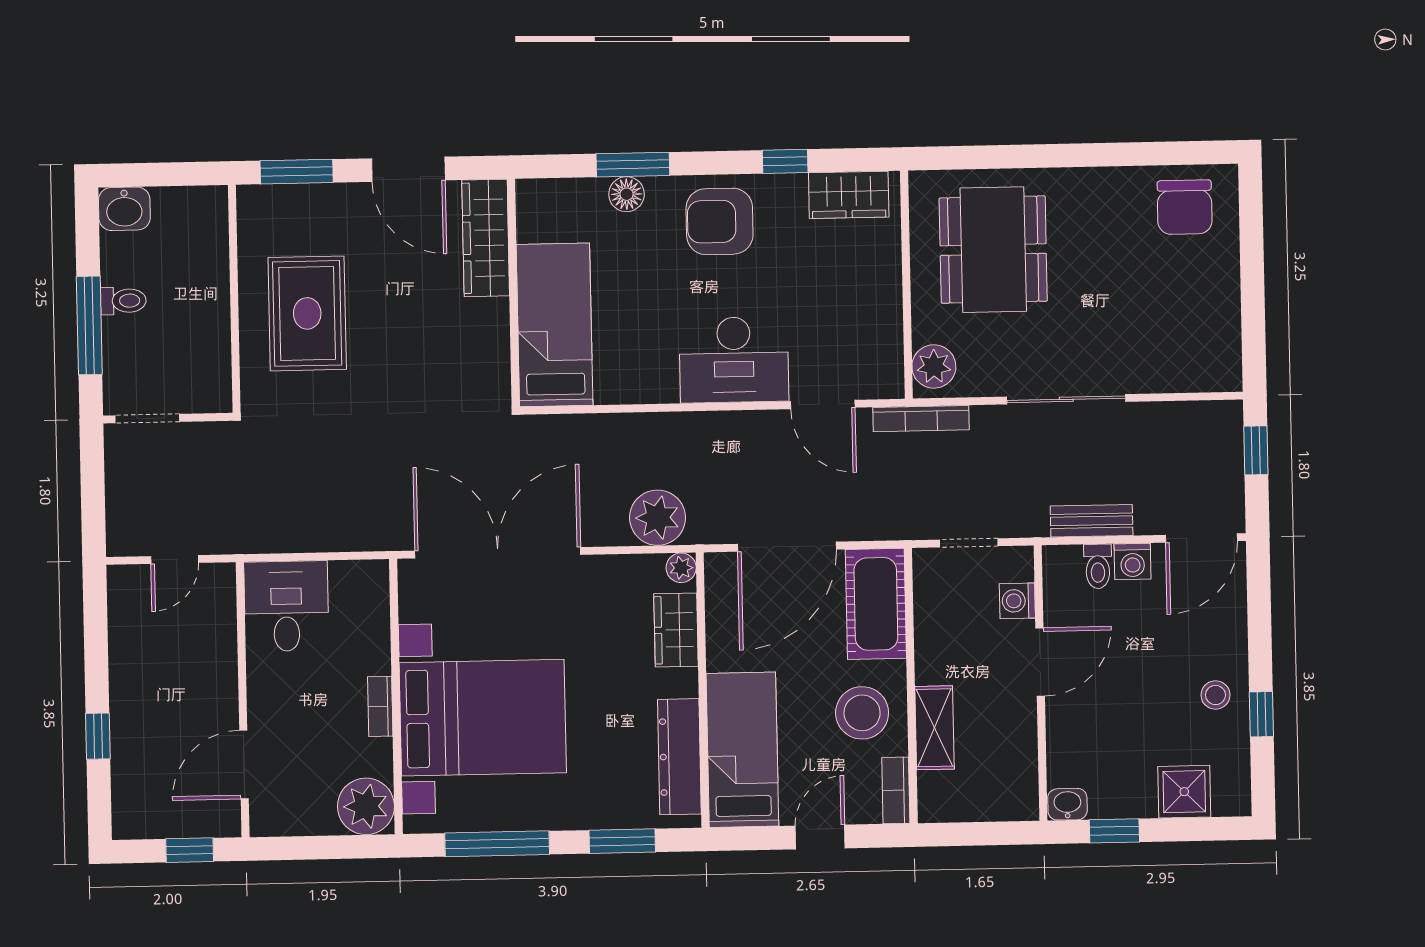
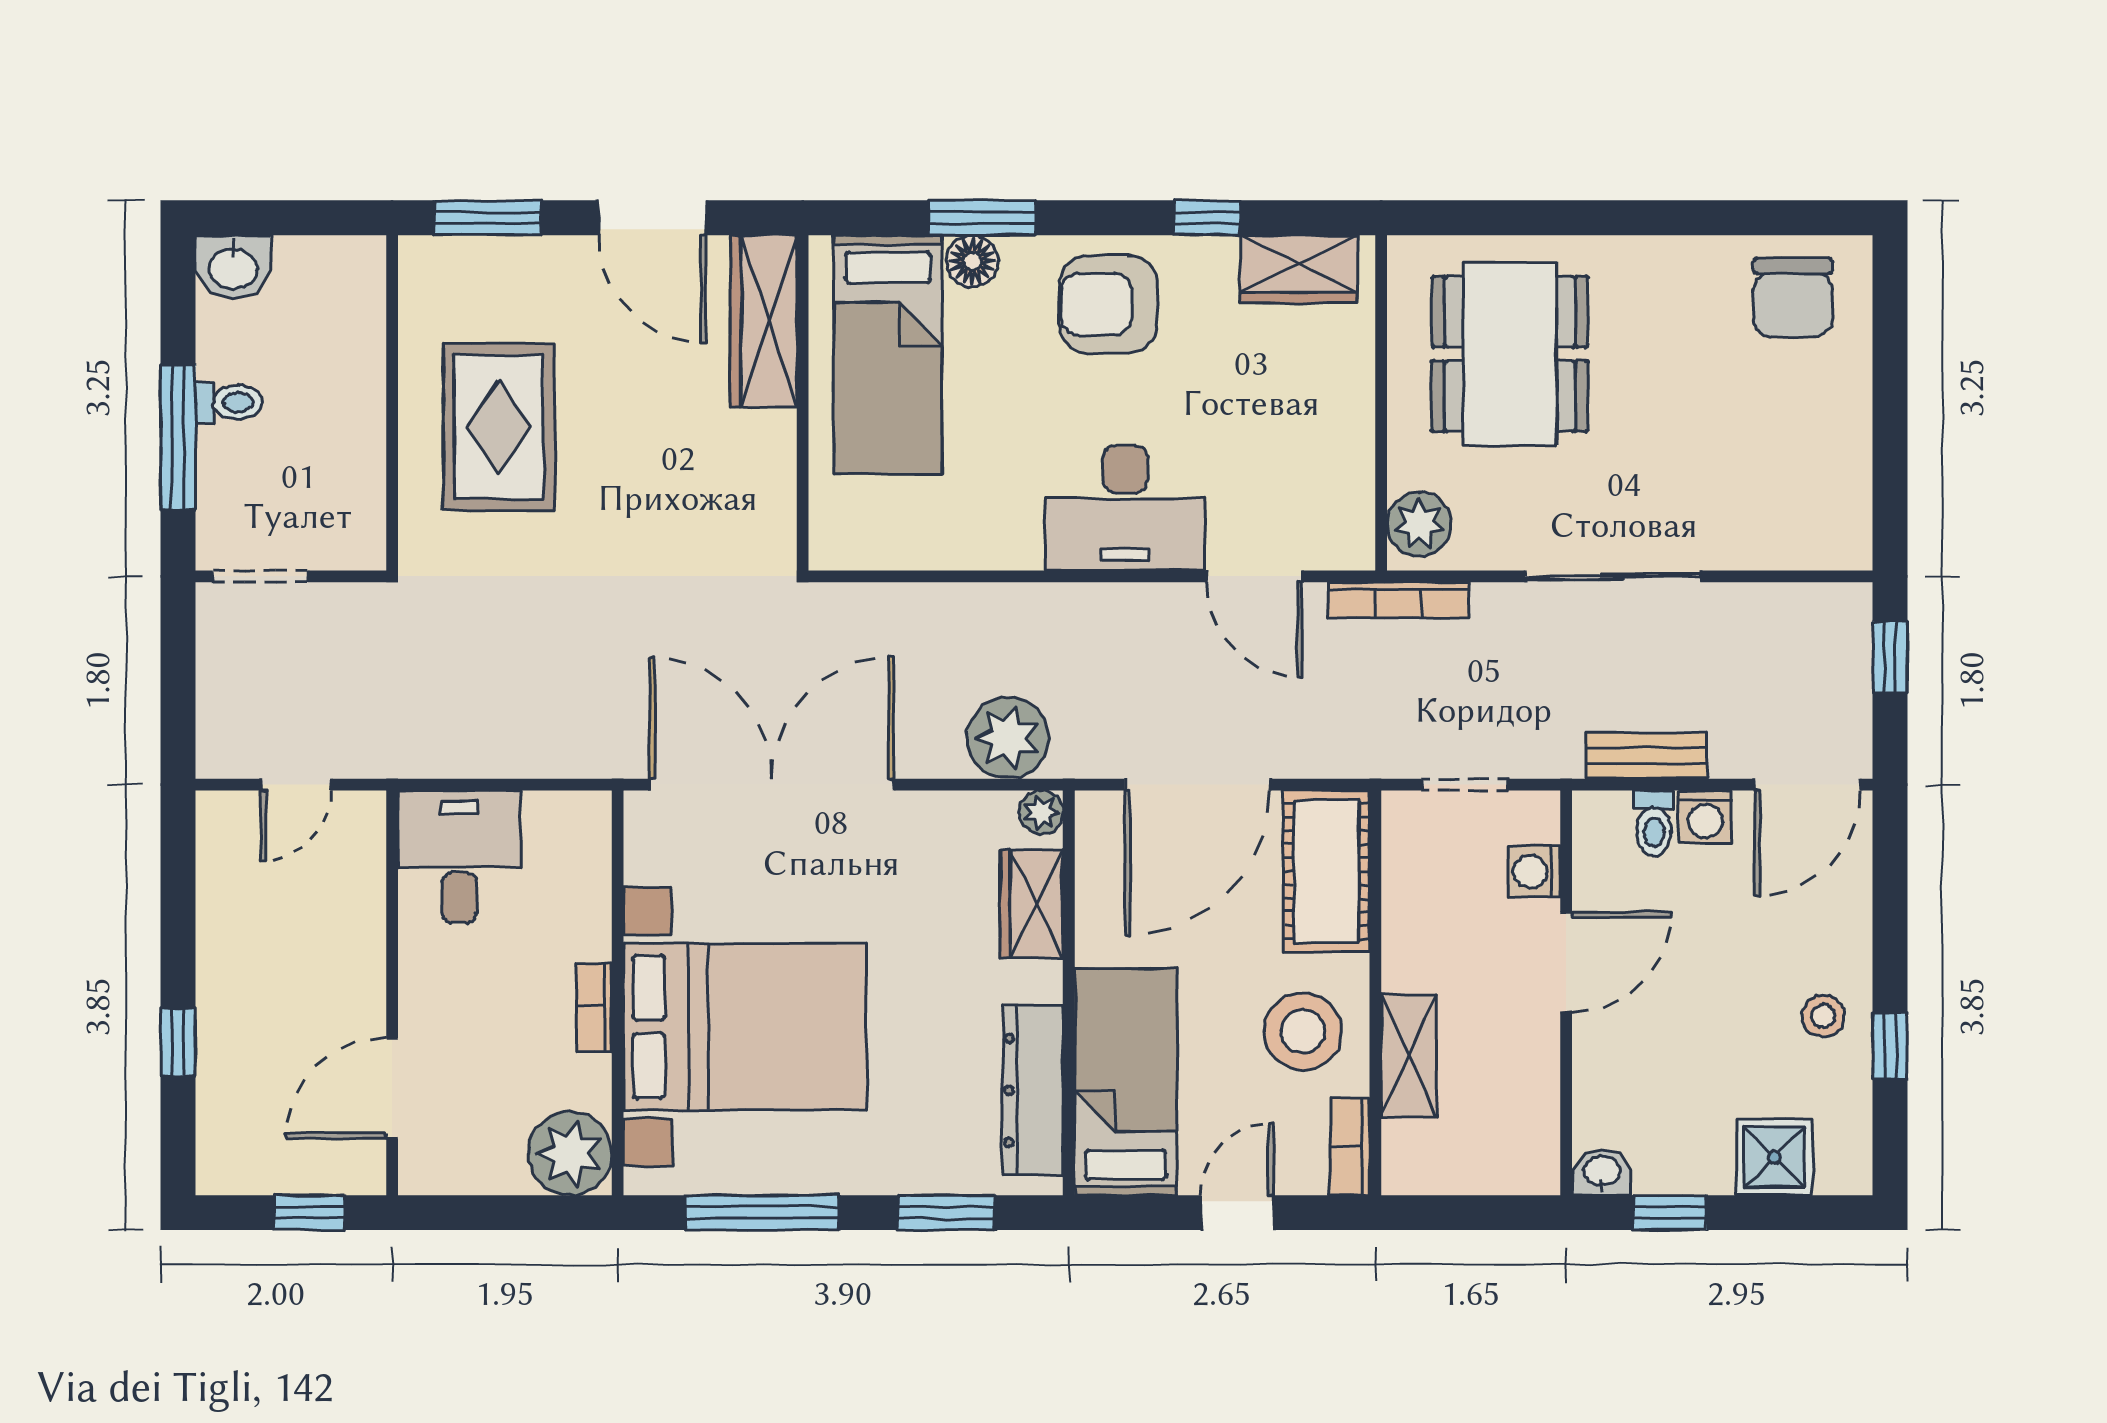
bed: (555, 325) -> (888, 355), moved, turned 180

